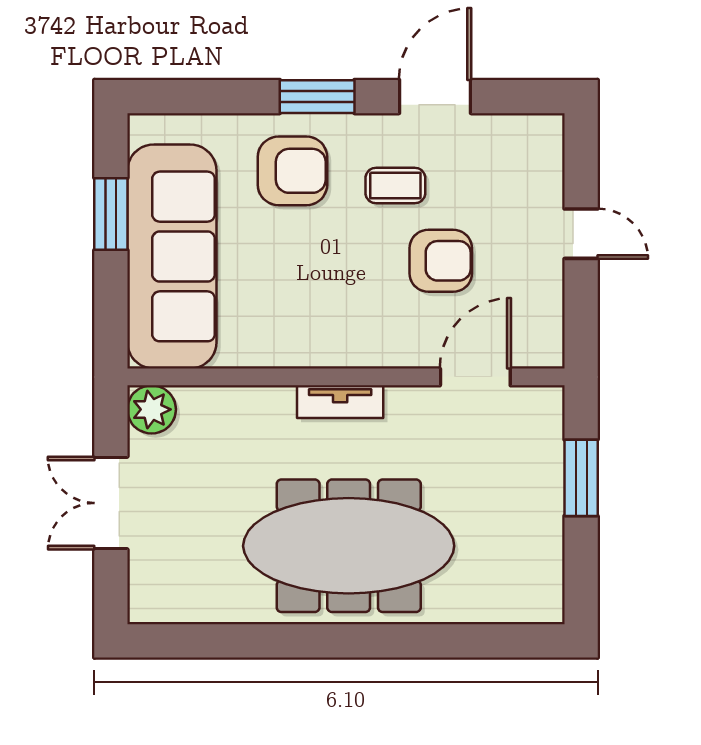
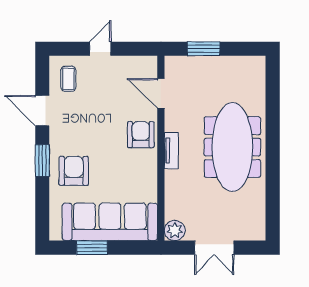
coffee table: (395, 186) -> (68, 79), moved
armchair: (441, 261) -> (141, 135), moved

